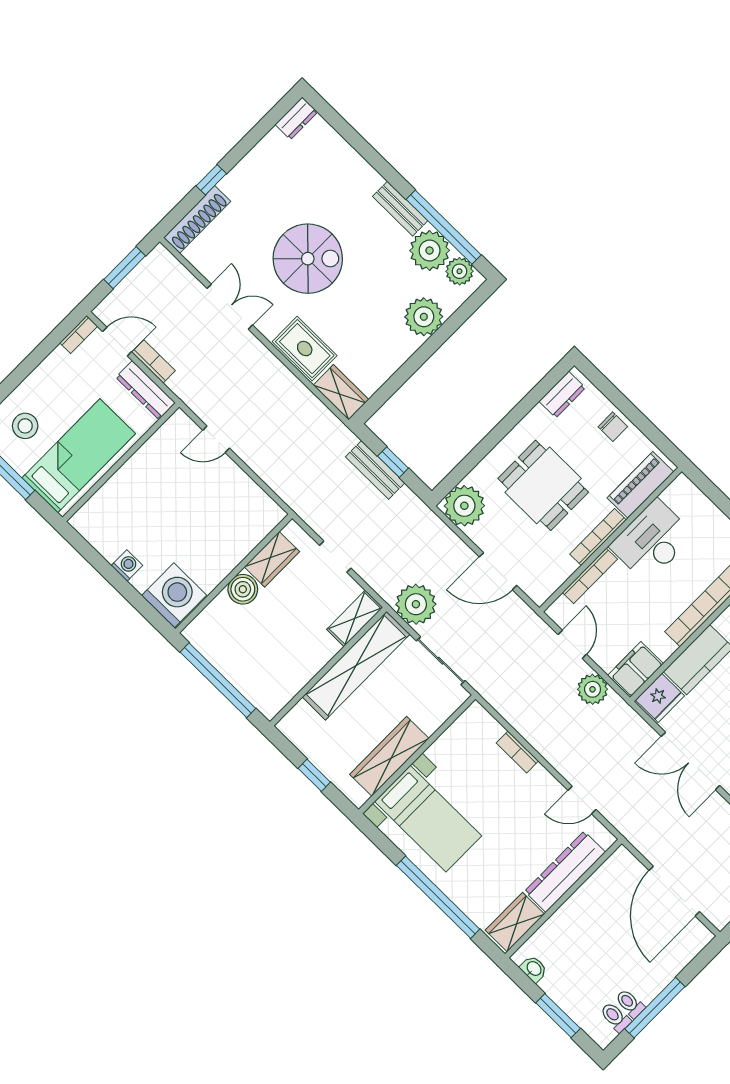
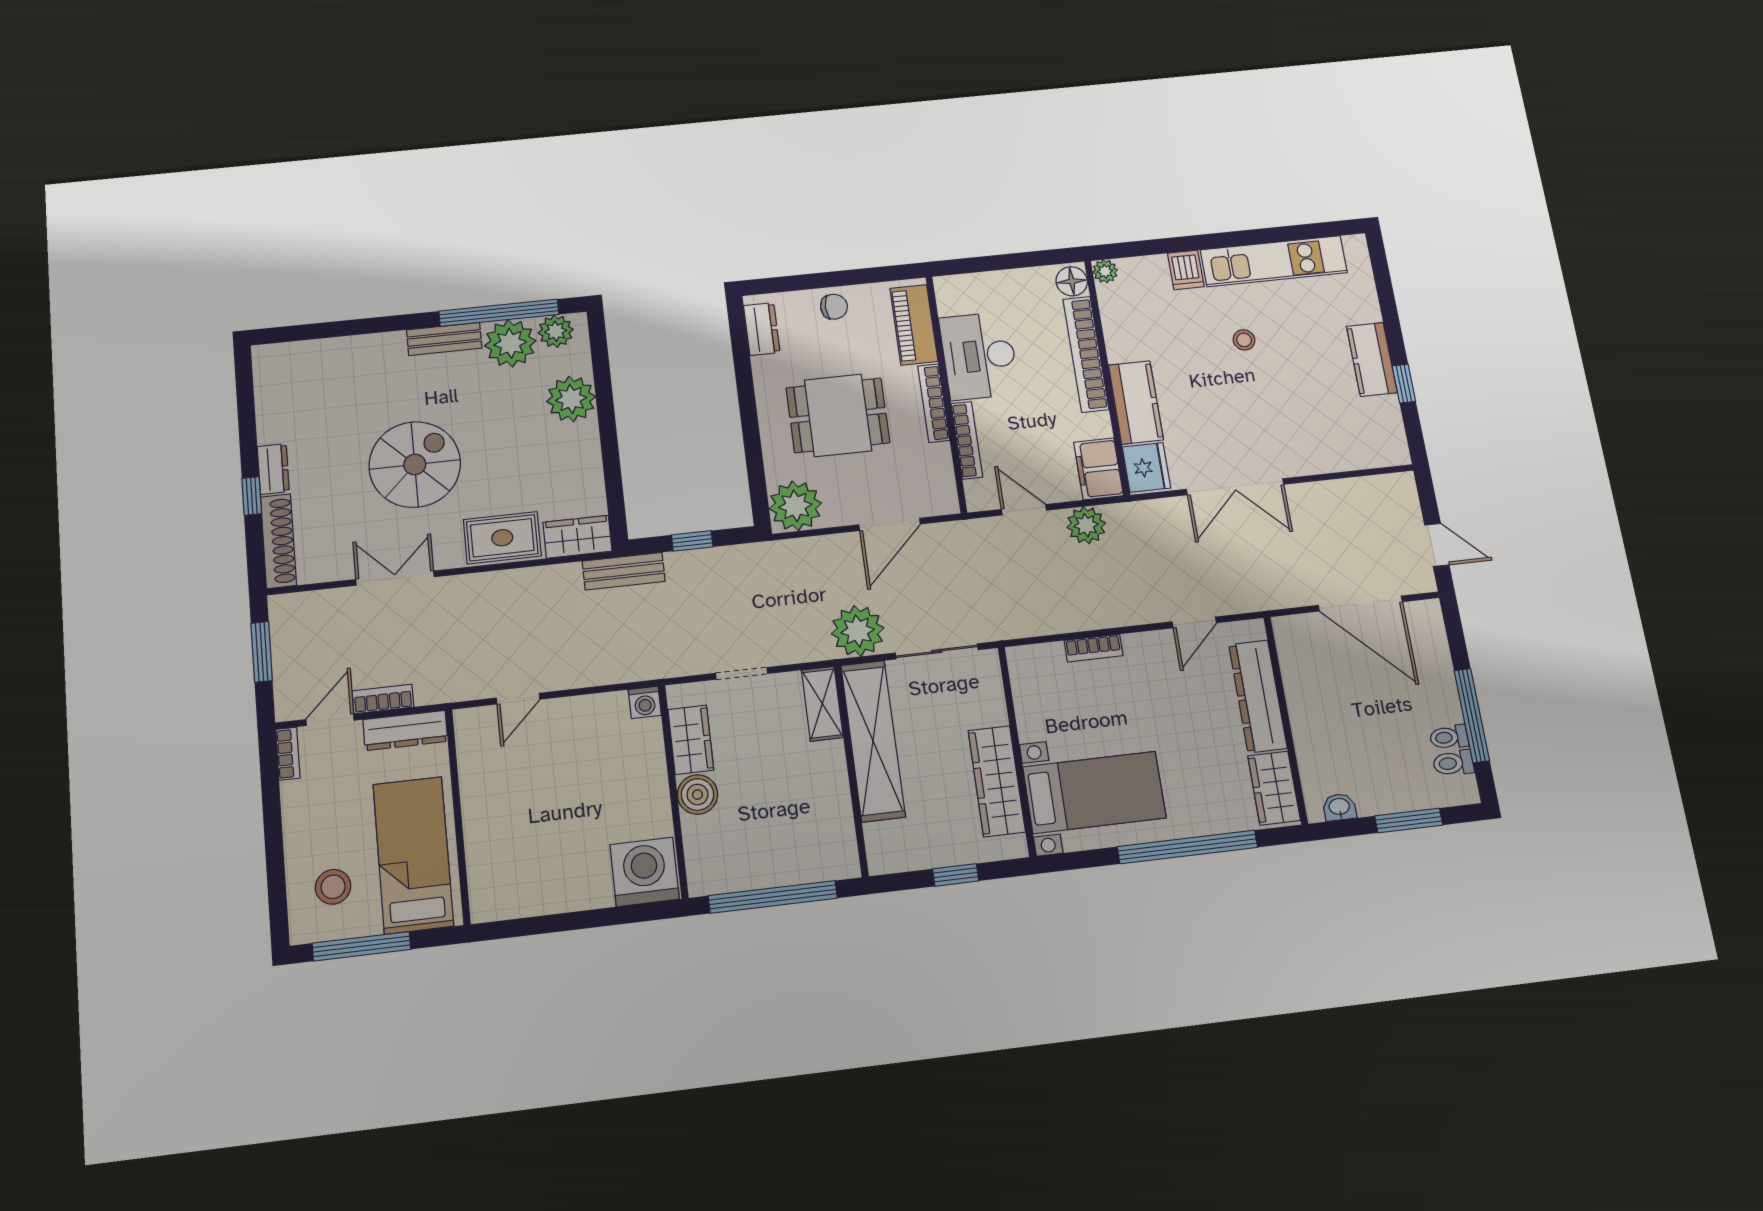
dresser: (296, 118) -> (273, 469), moved
bench: (375, 470) -> (624, 571), moved
washing machine: (127, 566) -> (645, 702), moved, turned 180

